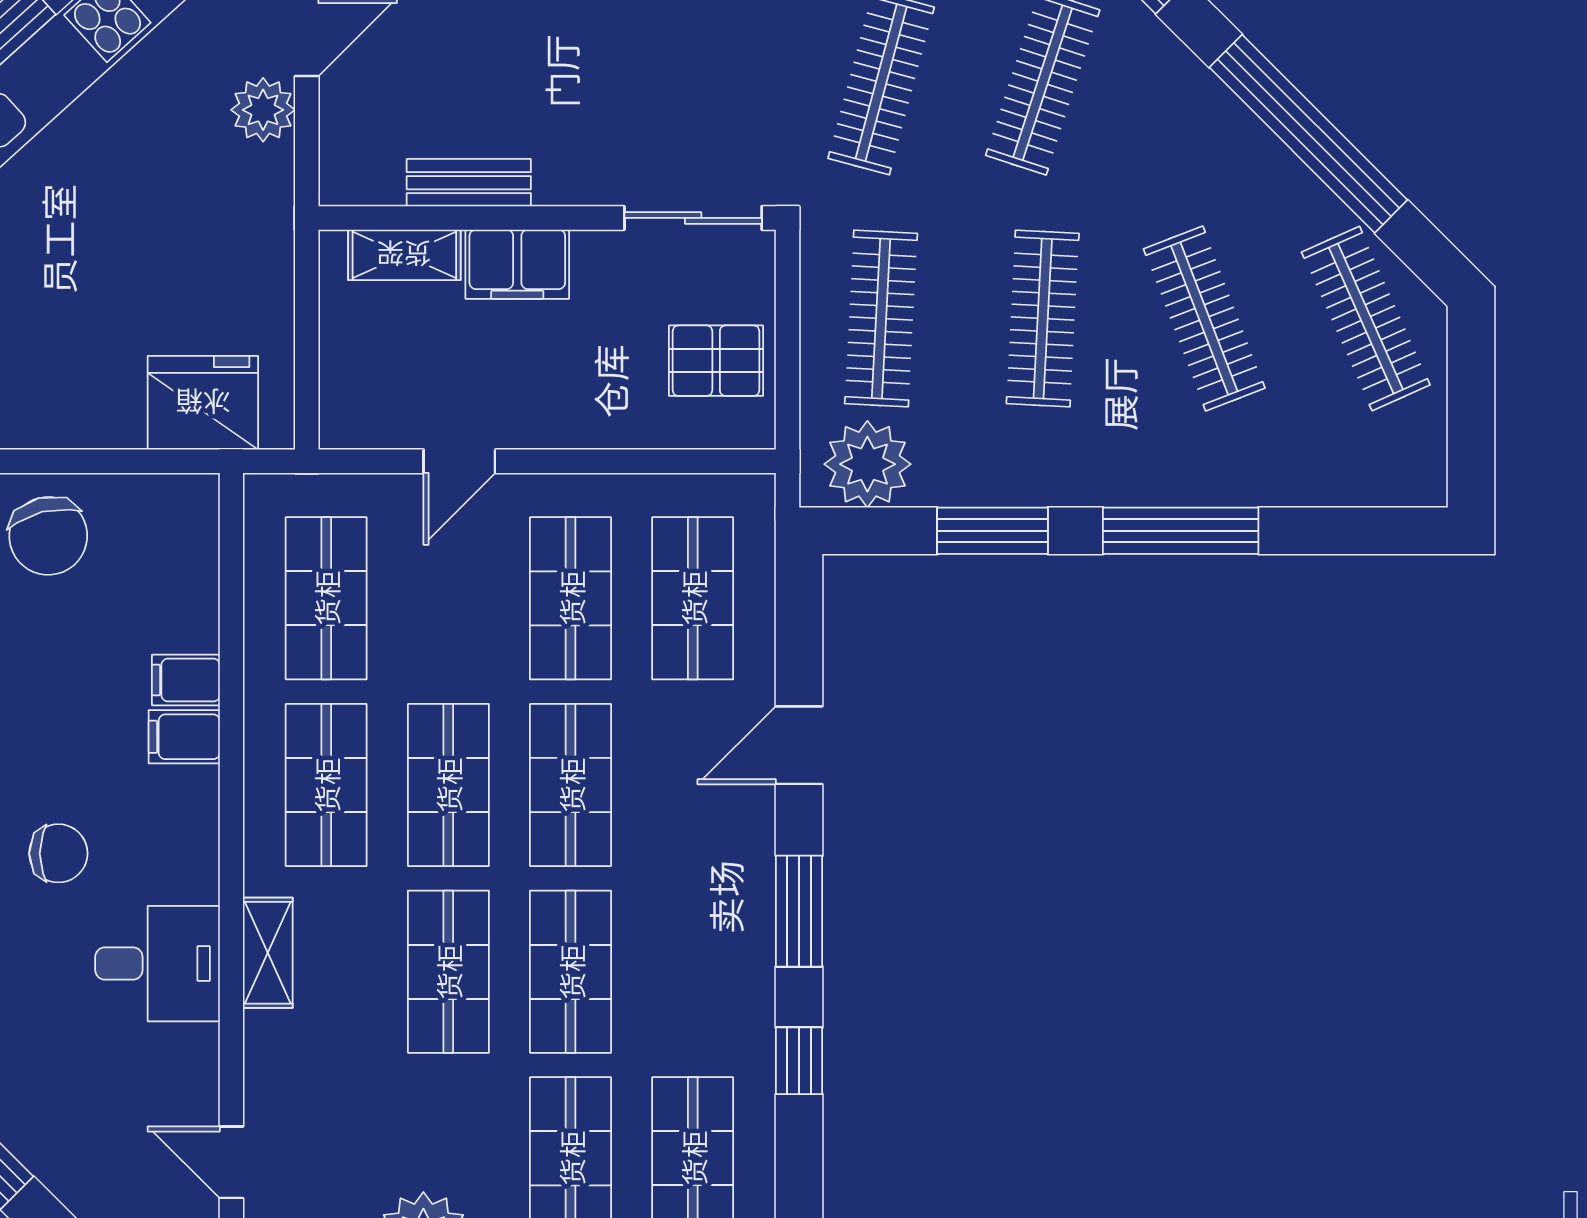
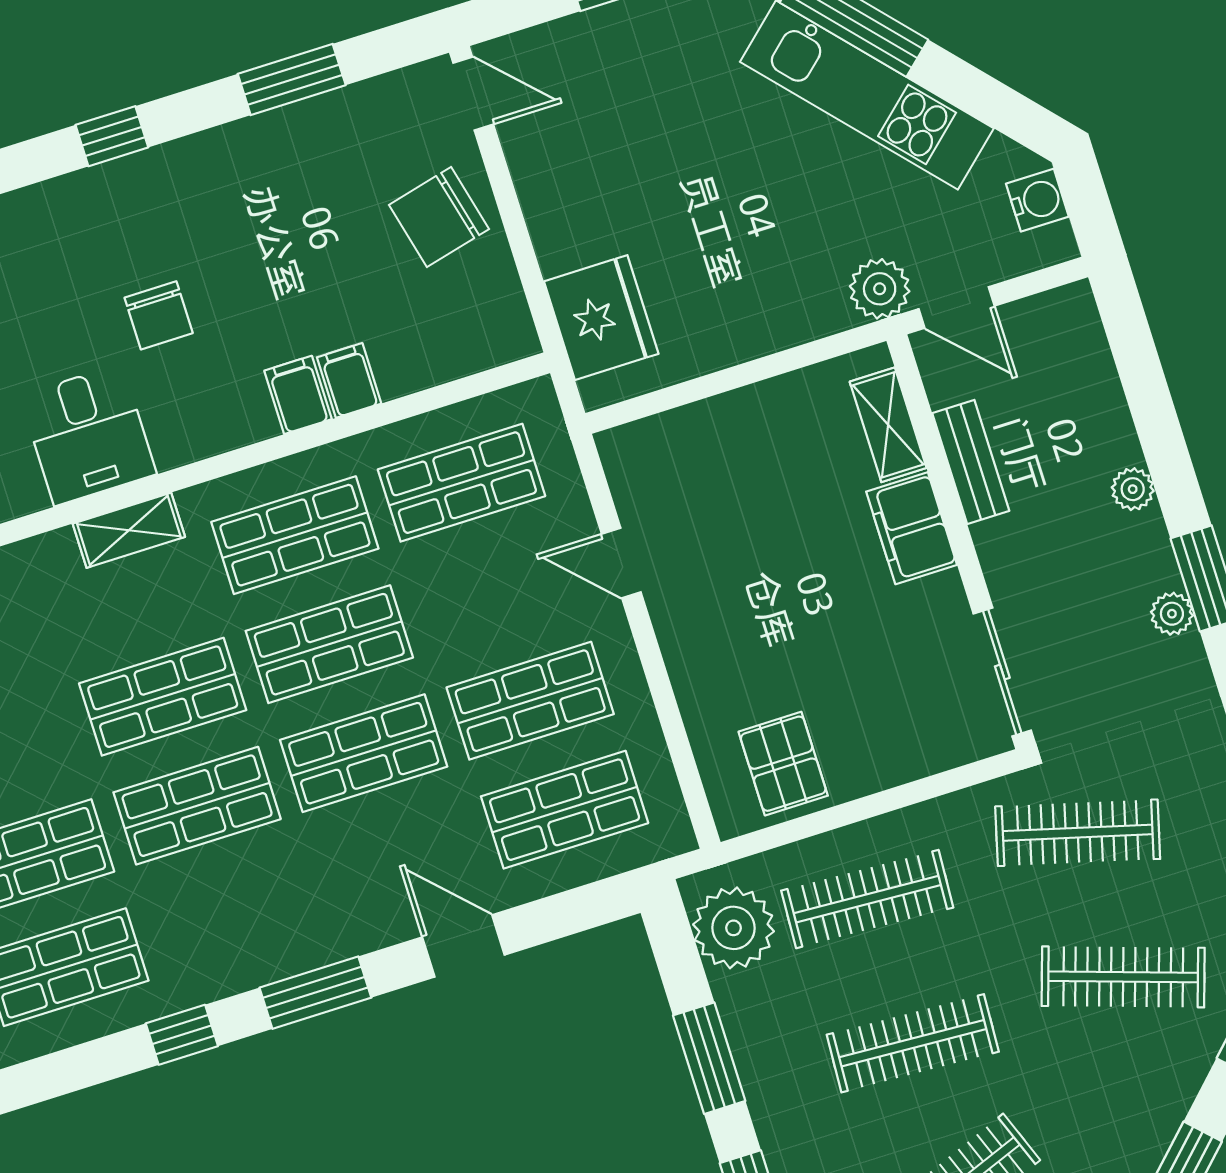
bench: (469, 183) -> (971, 462), moved
wall: (547, 218) -> (961, 542), moved
sliding door: (693, 218) -> (1002, 672), moved
shelving: (404, 255) -> (888, 425), moved
filing cabinet: (517, 264) -> (912, 528), moved

